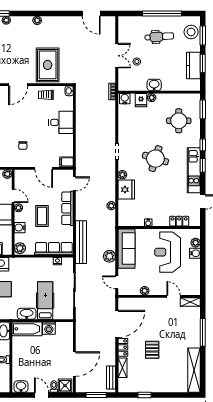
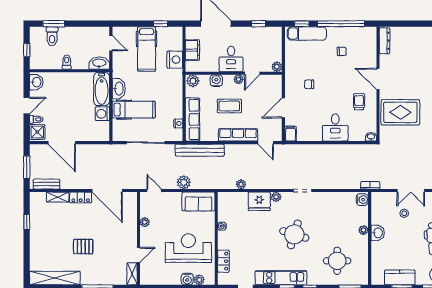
trolley: (46, 95) -> (359, 102), moved
fridge: (141, 100) -> (361, 218), removed
sofa: (126, 249) -> (198, 202), width x0.73
door: (117, 282) -> (154, 191), hinge flipped
pallet: (152, 350) -> (83, 247), moved

